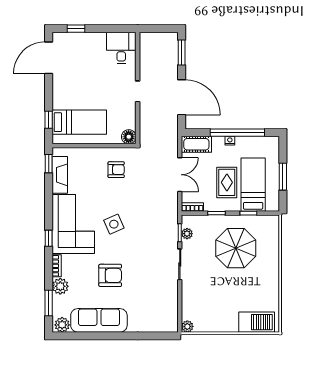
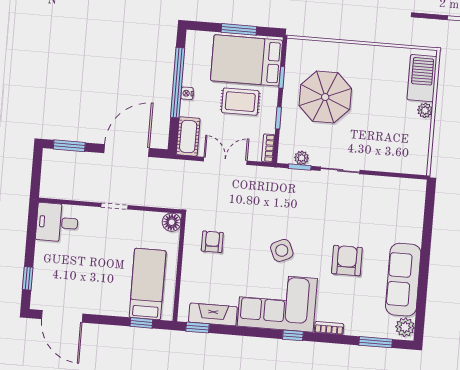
bed: (253, 185) -> (247, 60), width x1.50
plant: (60, 286) -> (356, 325), removed
plant: (187, 326) -> (425, 110), moved

